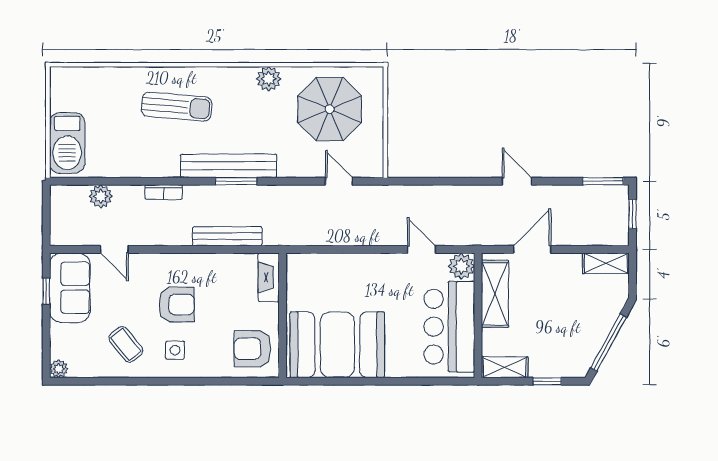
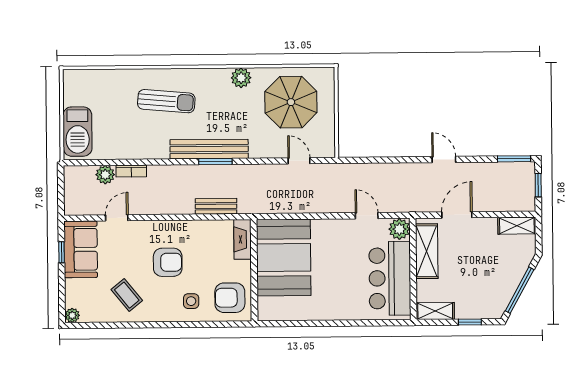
bookcase: (164, 192) -> (131, 171), moved
bench: (227, 236) -> (216, 206), width x0.73
door: (114, 249) -> (117, 218), swing flipped
booth: (337, 345) -> (284, 257), moved, turned 90
side table: (175, 350) -> (191, 301), moved

